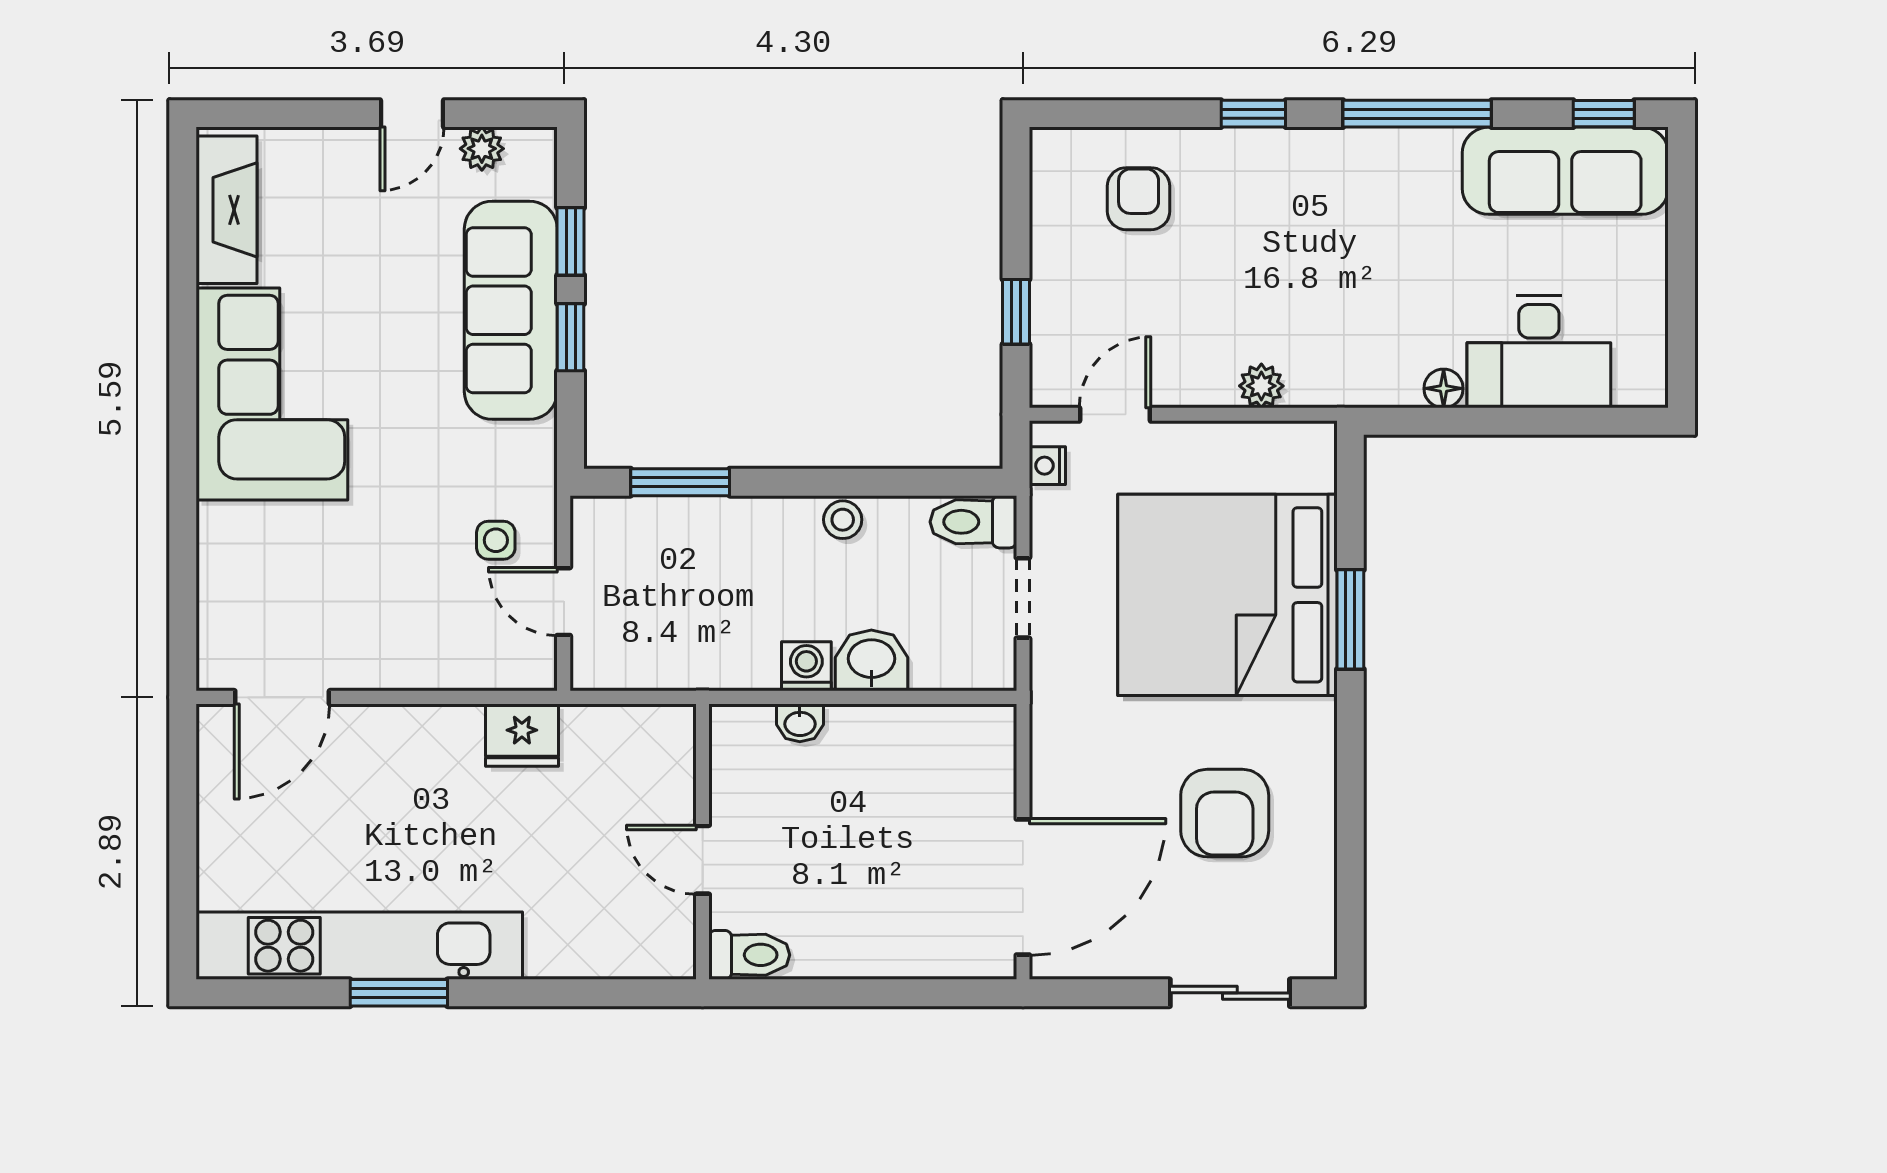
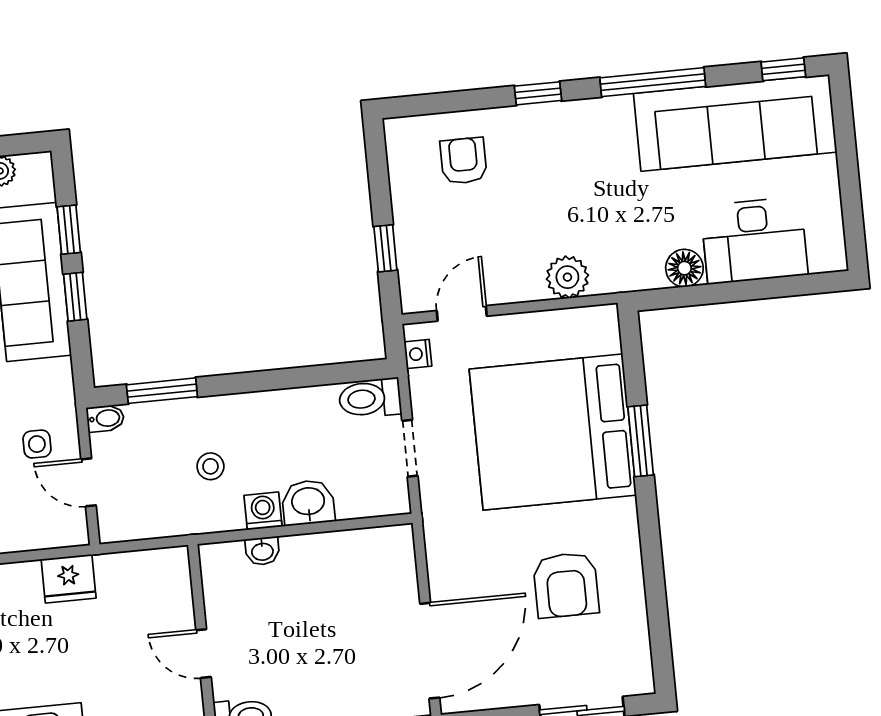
sofa: (1565, 171) -> (735, 123), width x1.36, depth x1.27
plant: (1261, 386) -> (567, 277), width x1.38, depth x1.38
floor lamp: (1444, 388) -> (684, 268), width x1.37, depth x1.37
bidet: (596, 513) -> (105, 418), added
stool: (843, 520) -> (210, 466), moved

